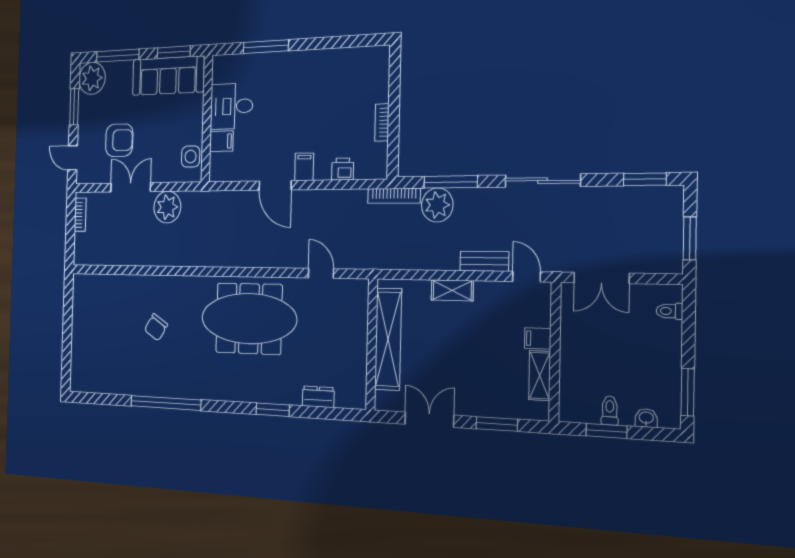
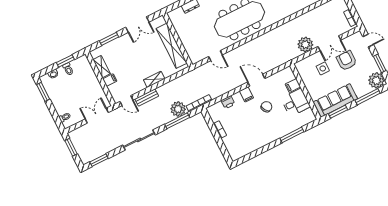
chair: (282, 124) -> (266, 107), added
armchair: (119, 140) -> (347, 61), turned 90
side table: (191, 157) -> (323, 68), moved

